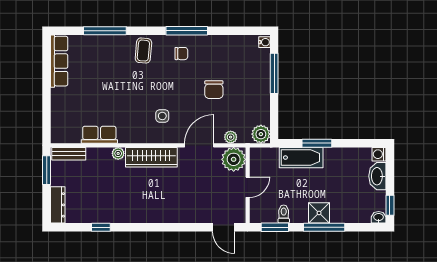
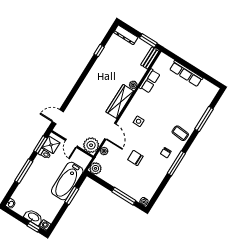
row of seats: (59, 61) -> (186, 74), moved
bathtub: (301, 158) -> (67, 181), width x1.36, depth x1.36
window: (390, 205) -> (34, 227), moved
shower: (319, 213) -> (51, 145), moved

